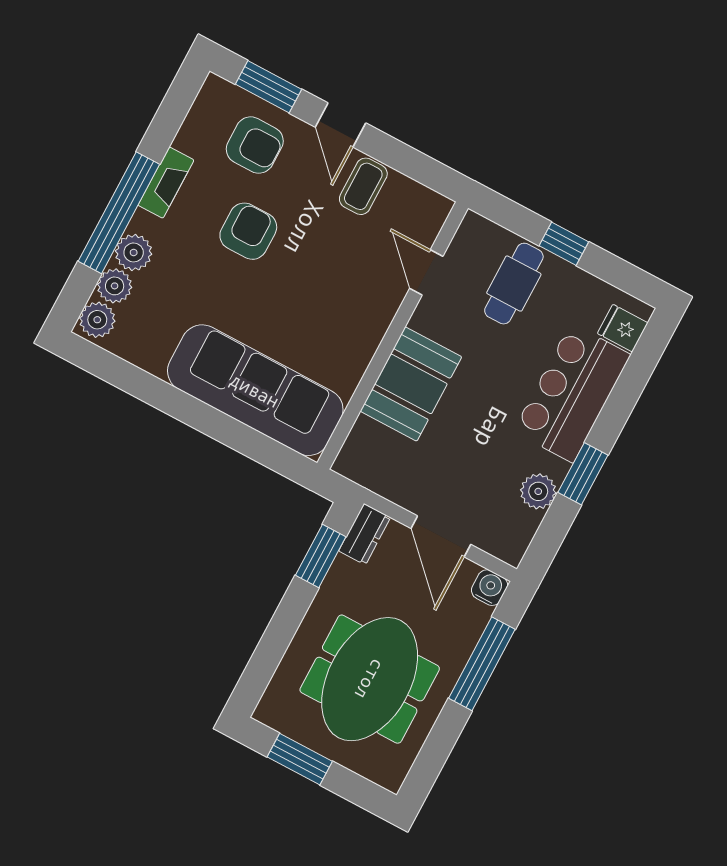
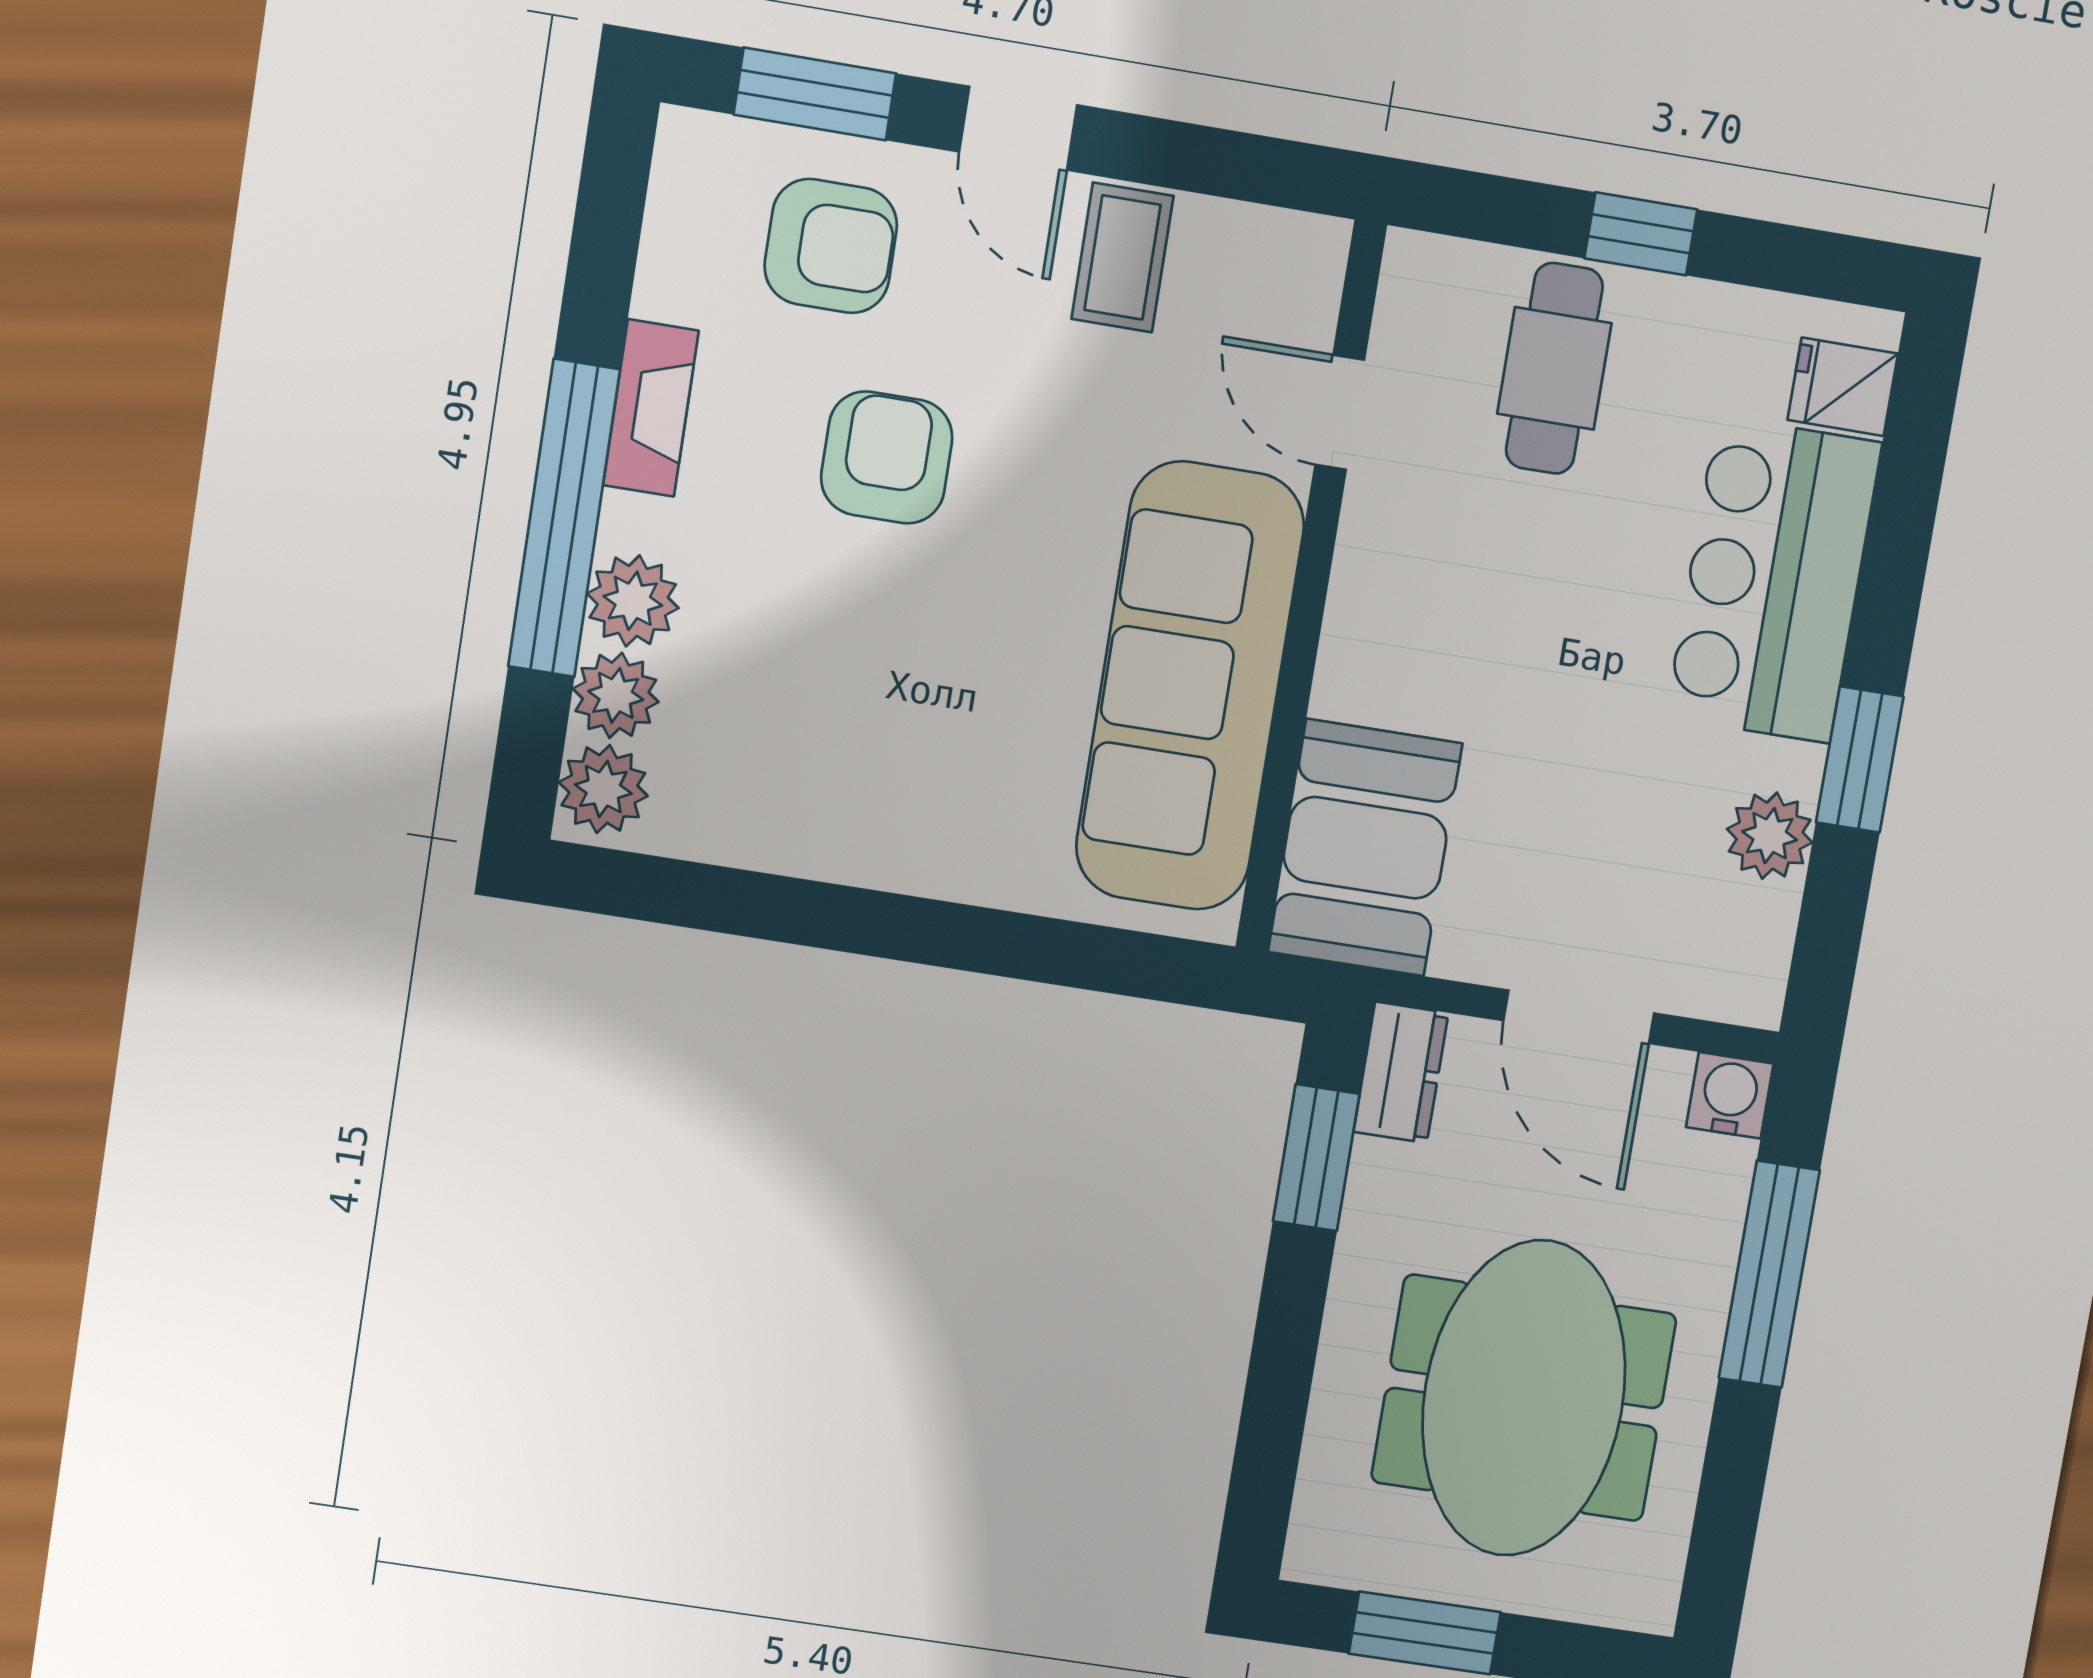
booth: (411, 384) -> (1365, 848), moved
sofa: (255, 390) -> (1190, 686), moved, turned -90

